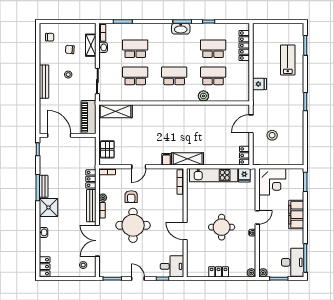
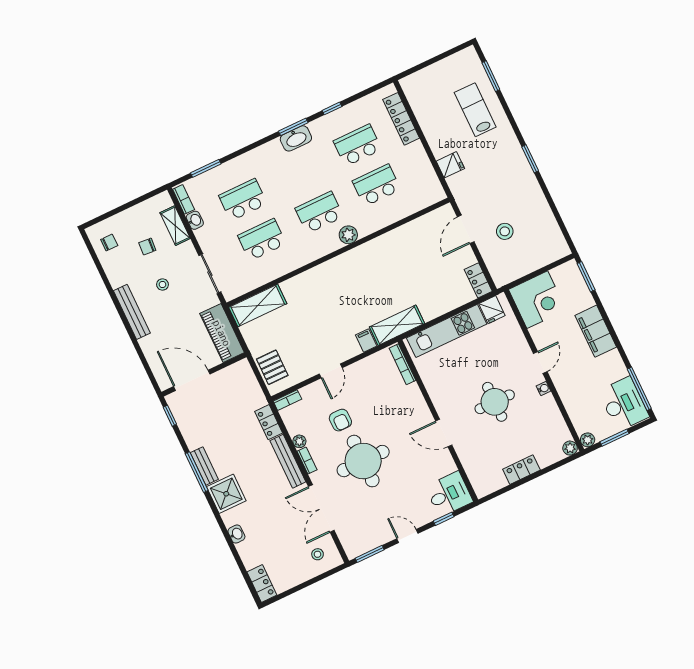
plant: (203, 96) -> (348, 235), moved

